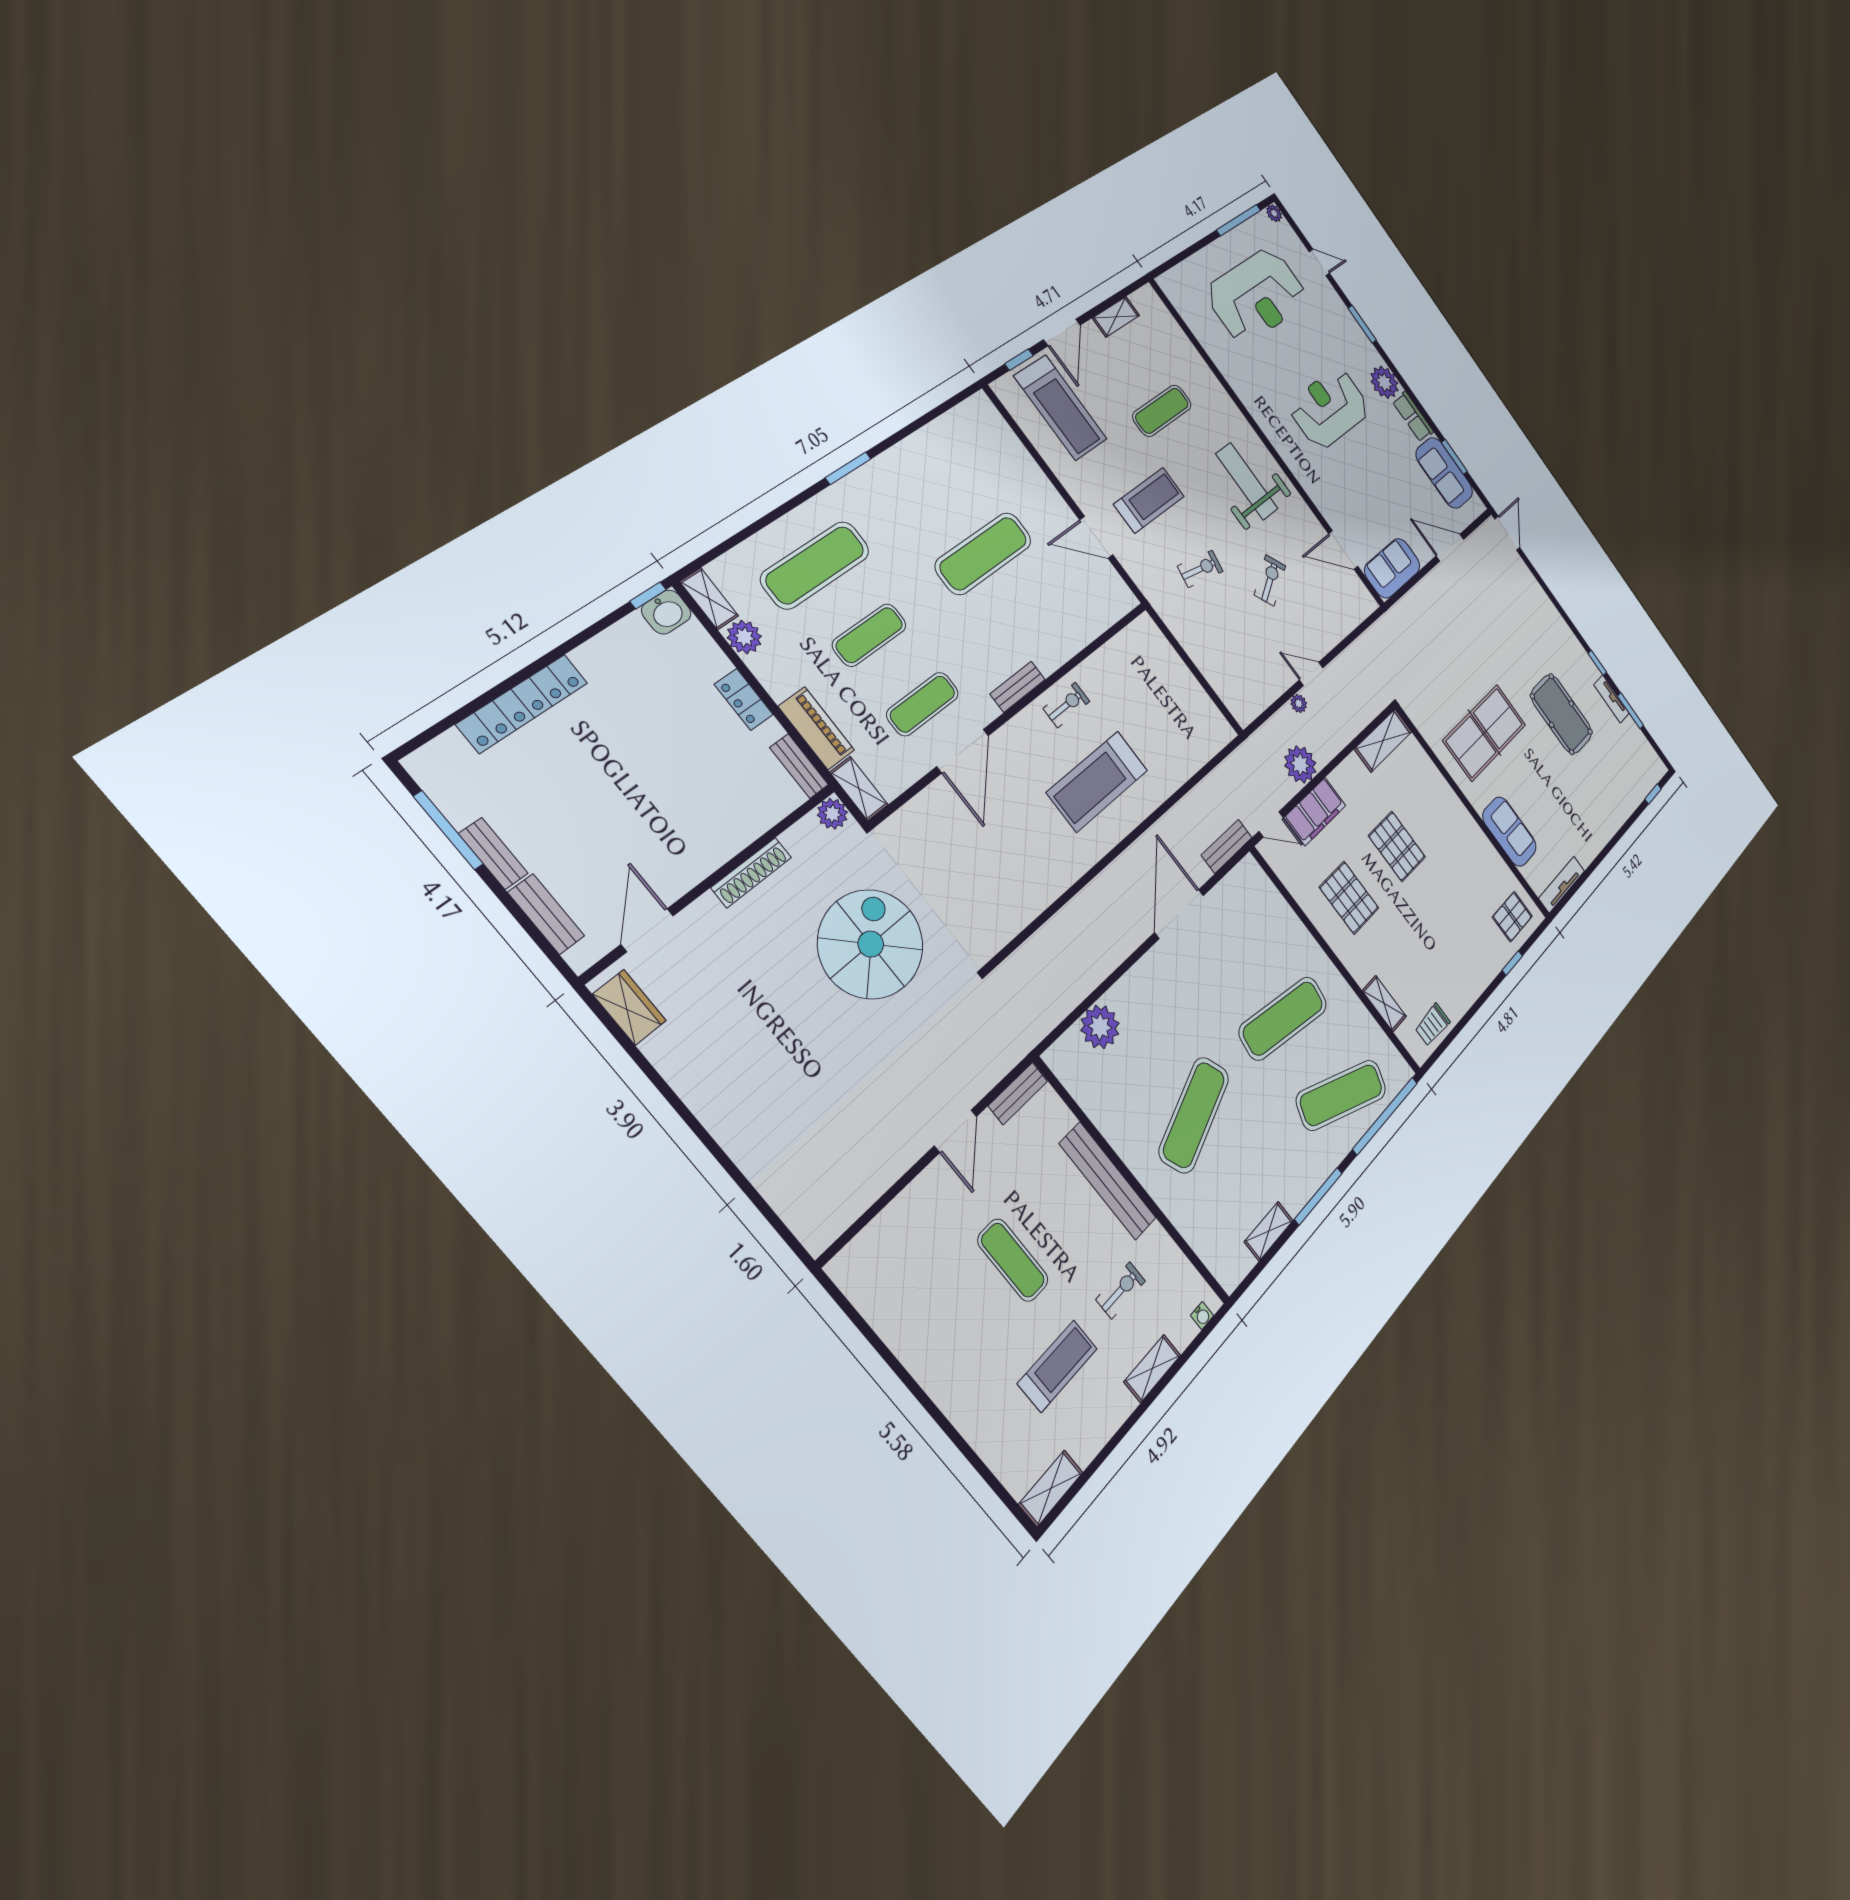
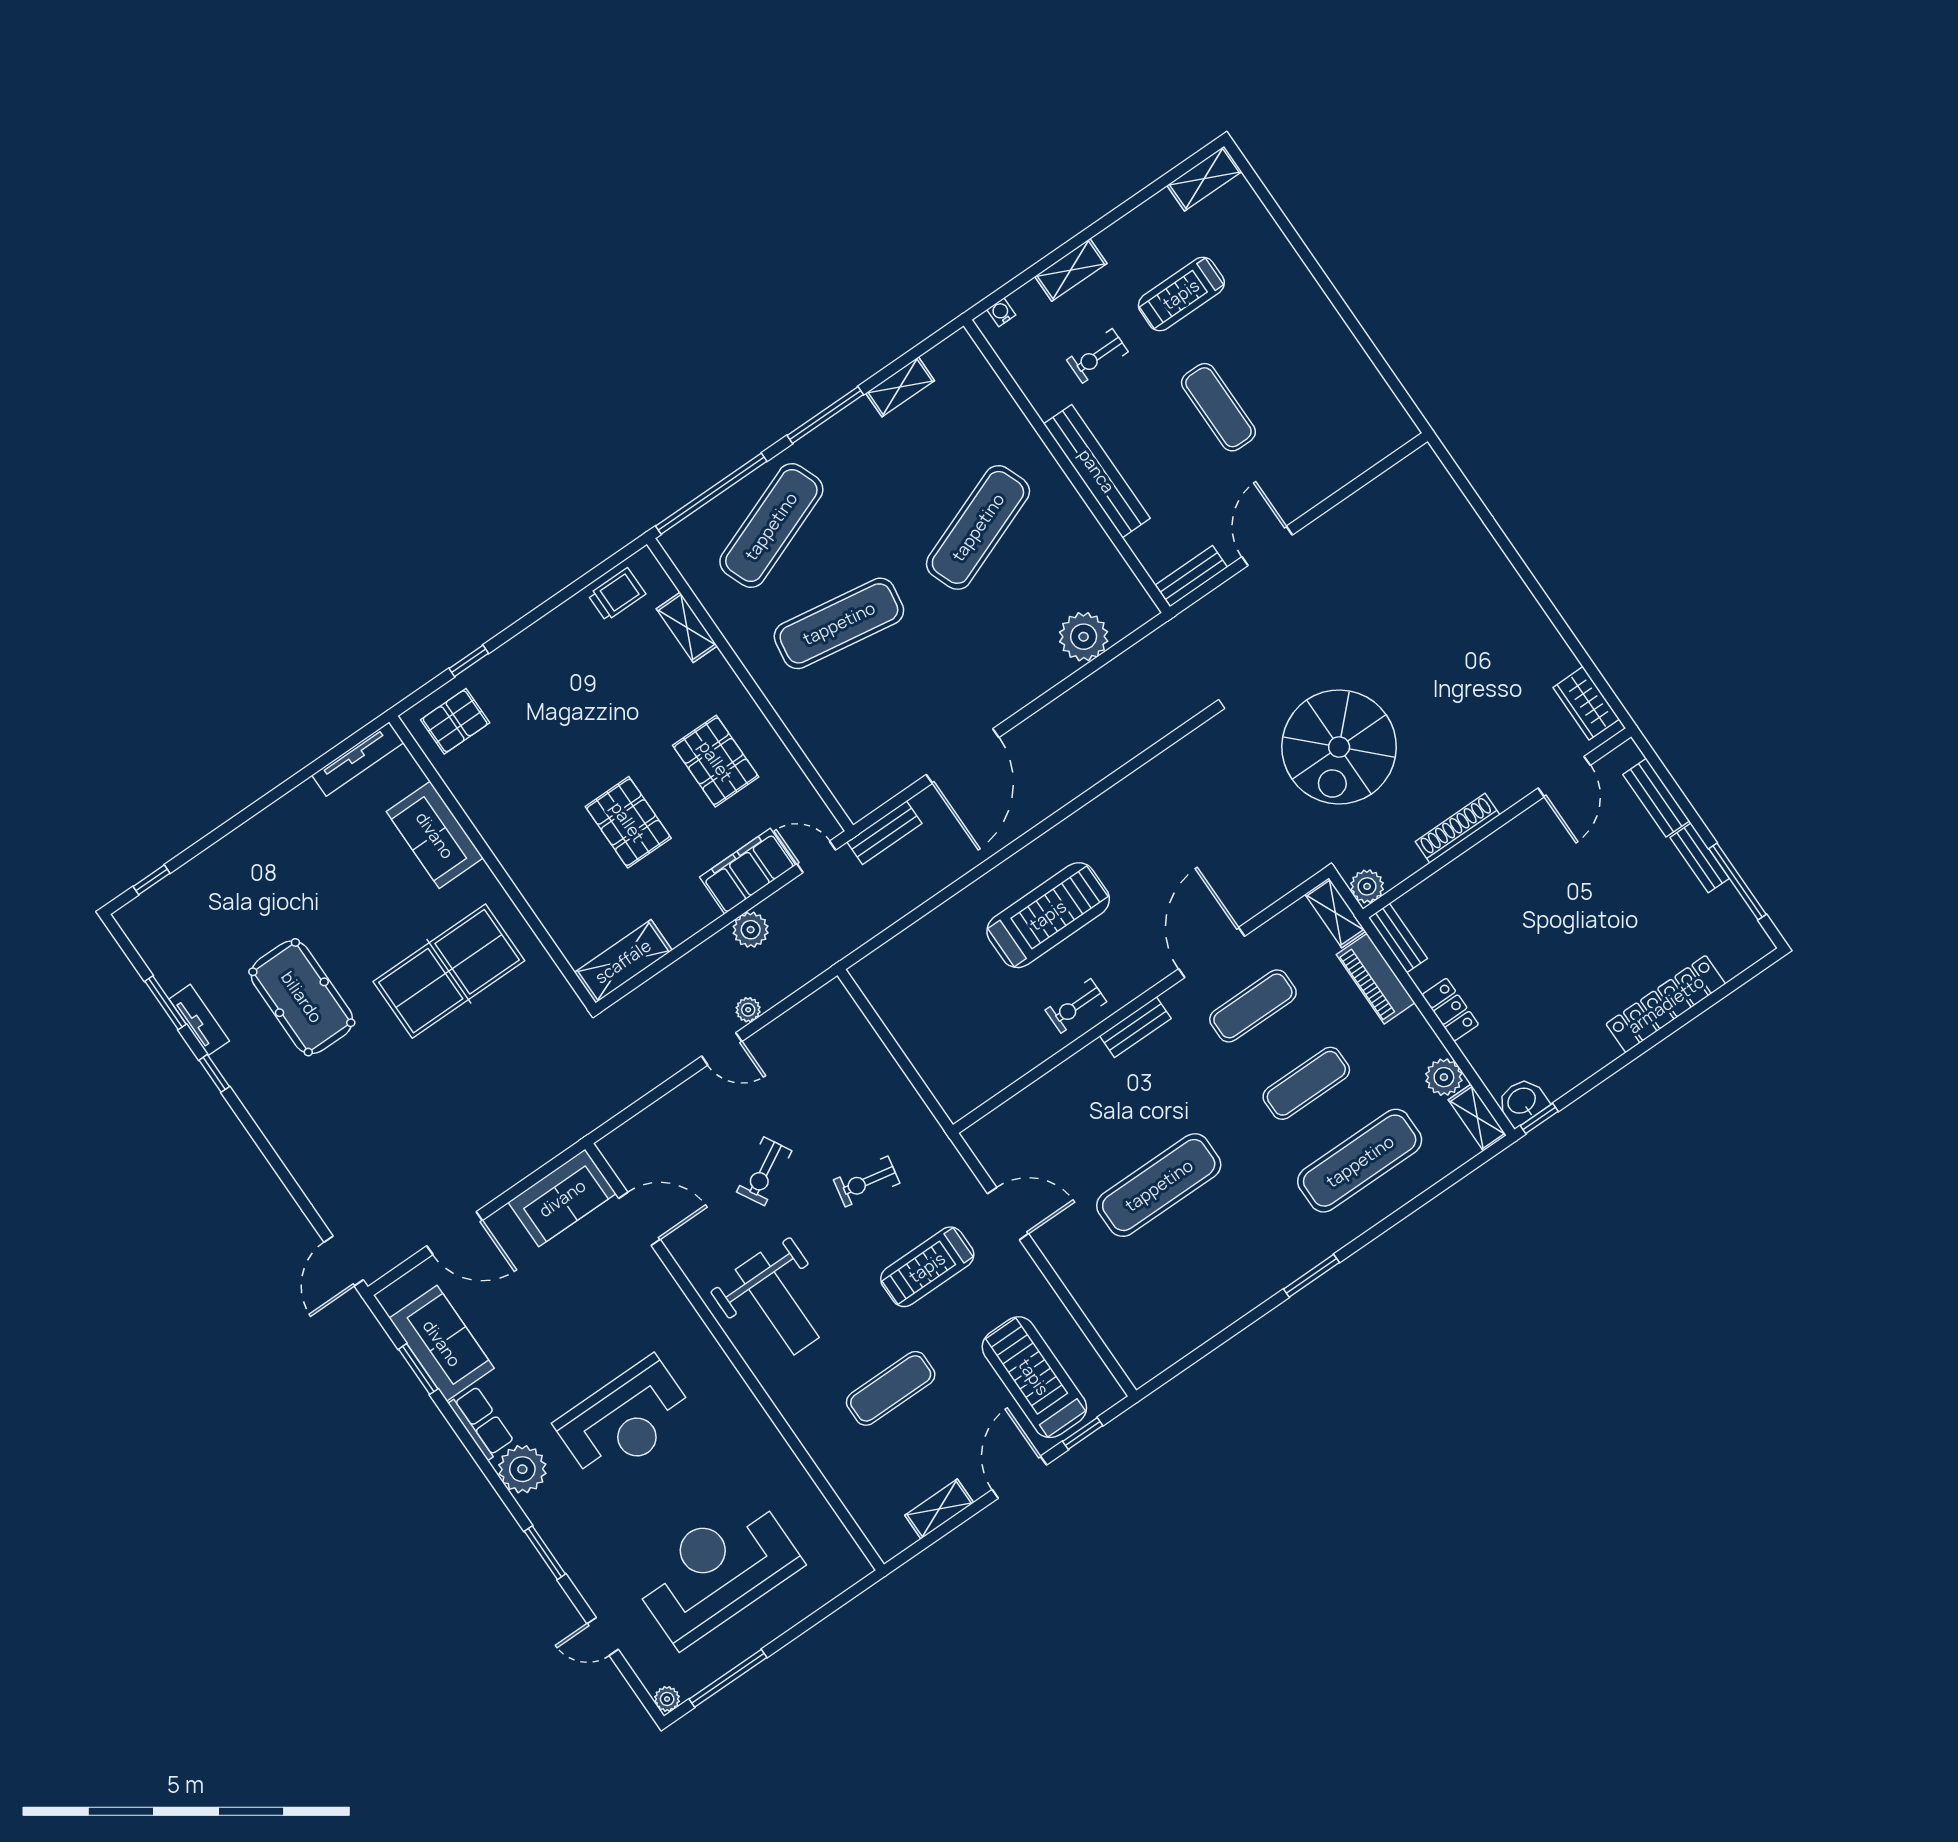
plant: (1300, 764) -> (751, 930), width x0.73, depth x0.73
exercise mat: (1341, 1095) -> (771, 526), turned -42

